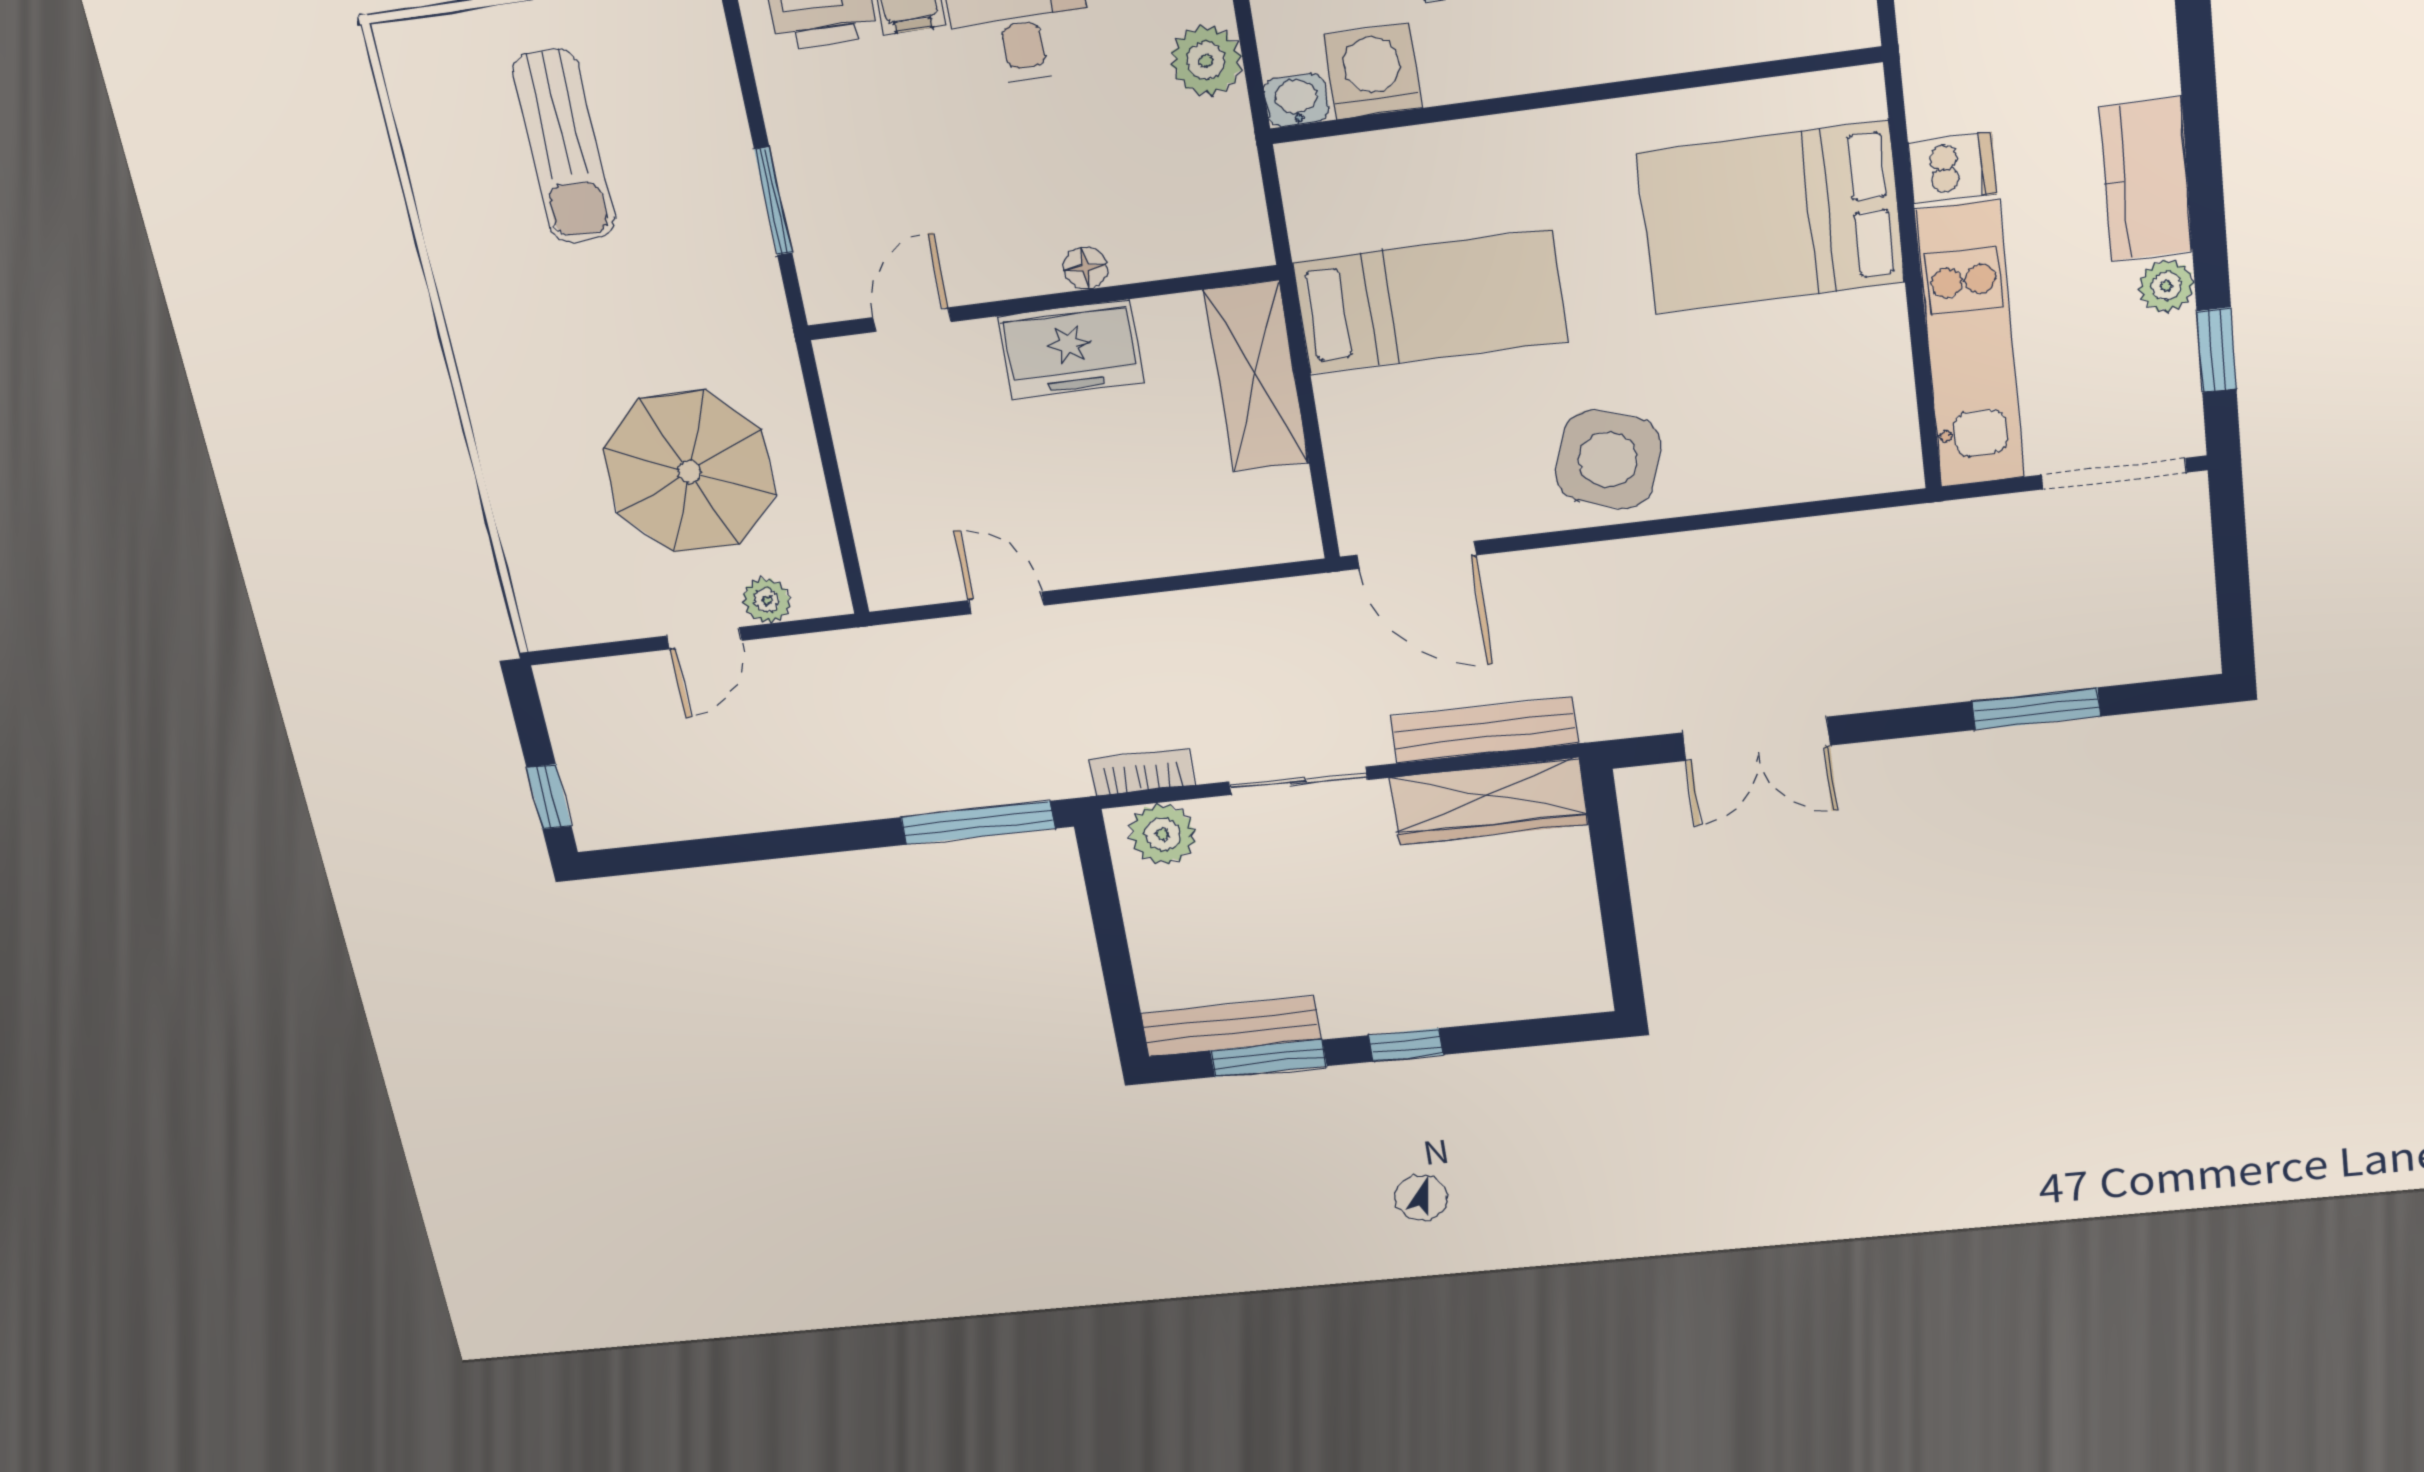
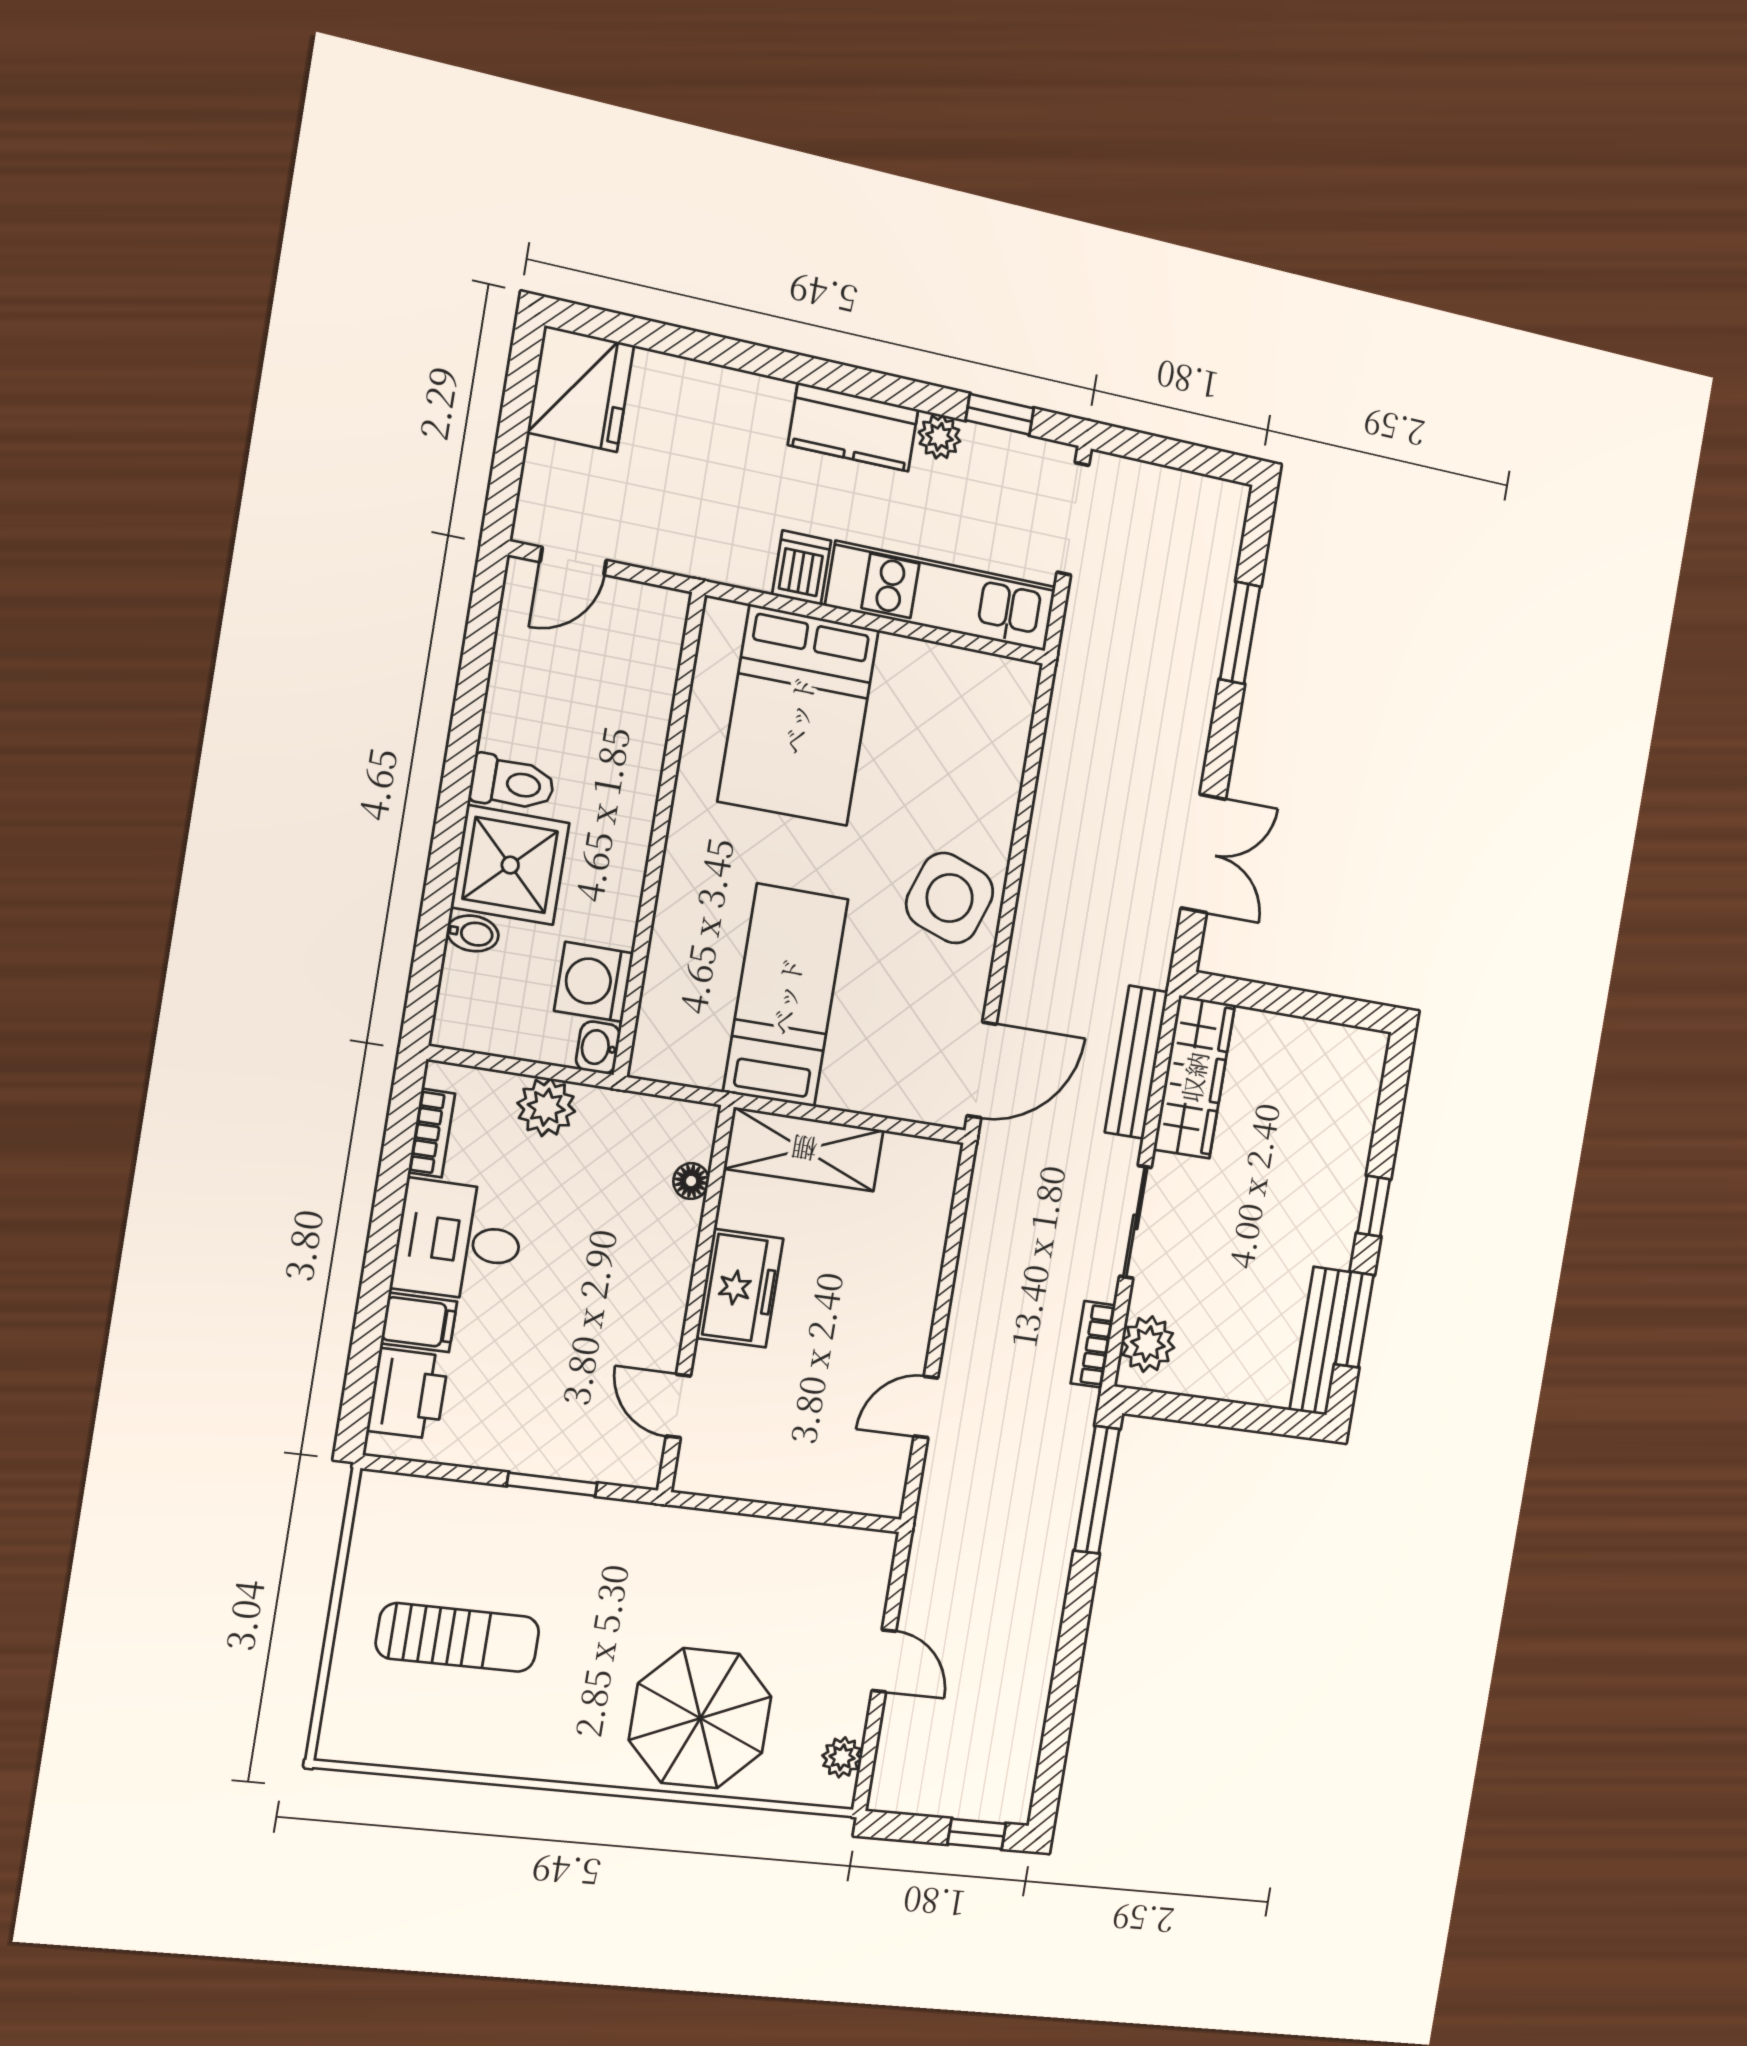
floor lamp: (1085, 268) -> (691, 1181), moved
parasol: (689, 472) -> (700, 1718), moved
plant: (767, 600) -> (842, 1757), moved

